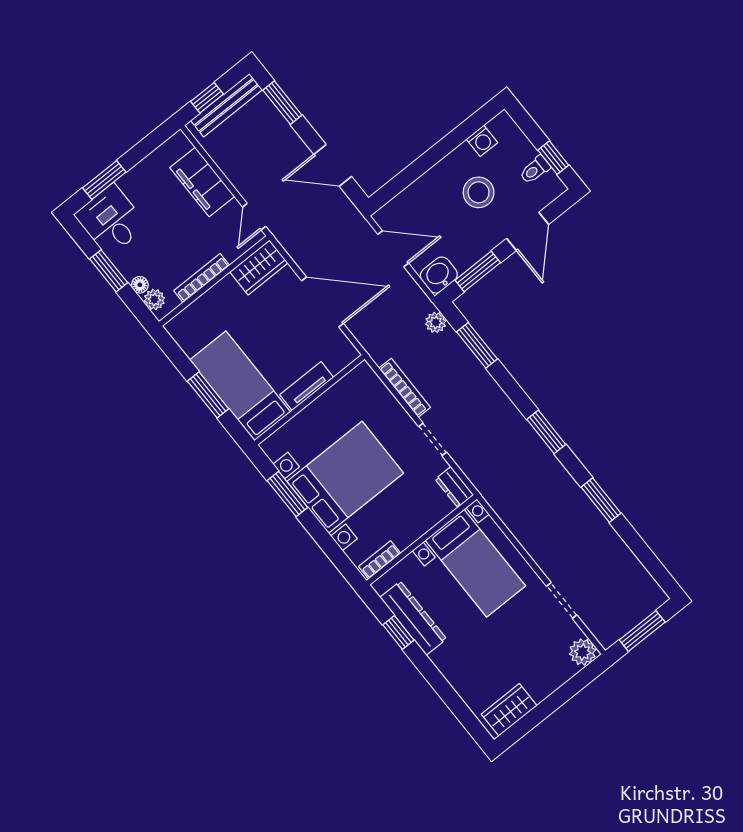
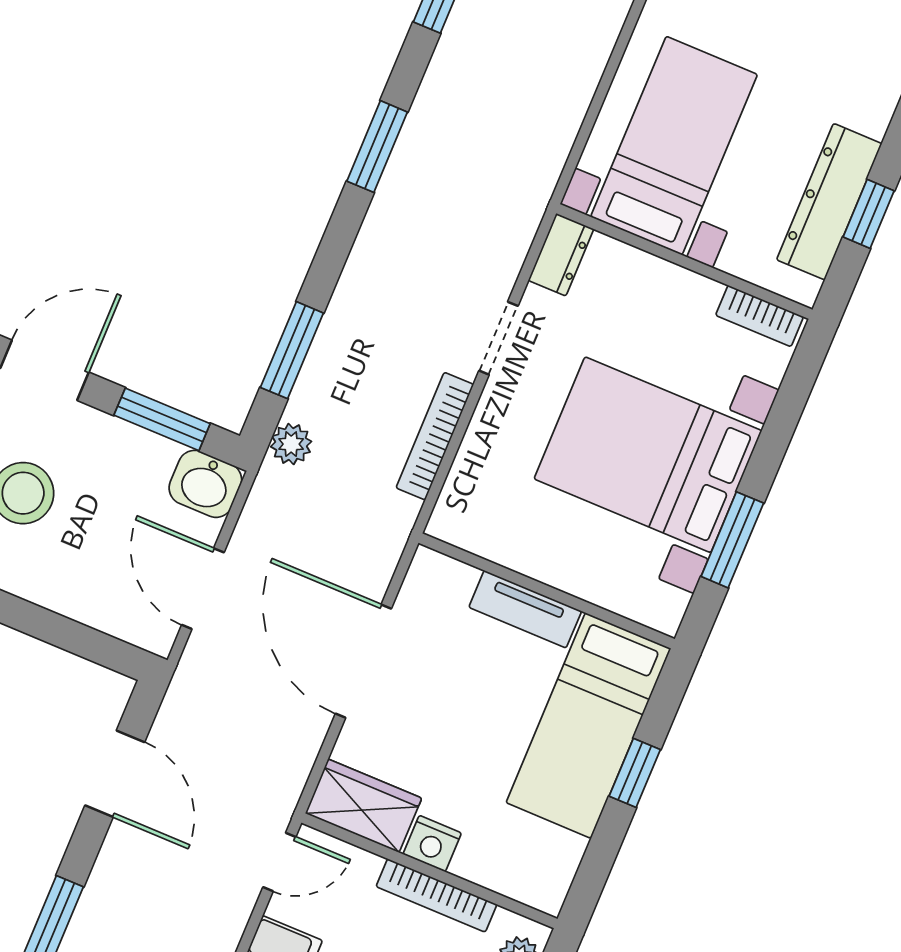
nightstand: (226, 289) -> (432, 844), added
window: (208, 395) -> (635, 773), width x0.67

